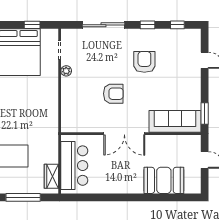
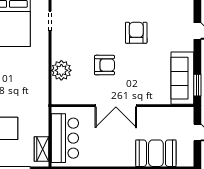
plant: (66, 71) -> (61, 70), moved, width x1.87, depth x1.87
sofa: (175, 121) -> (182, 78), moved, turned -90

